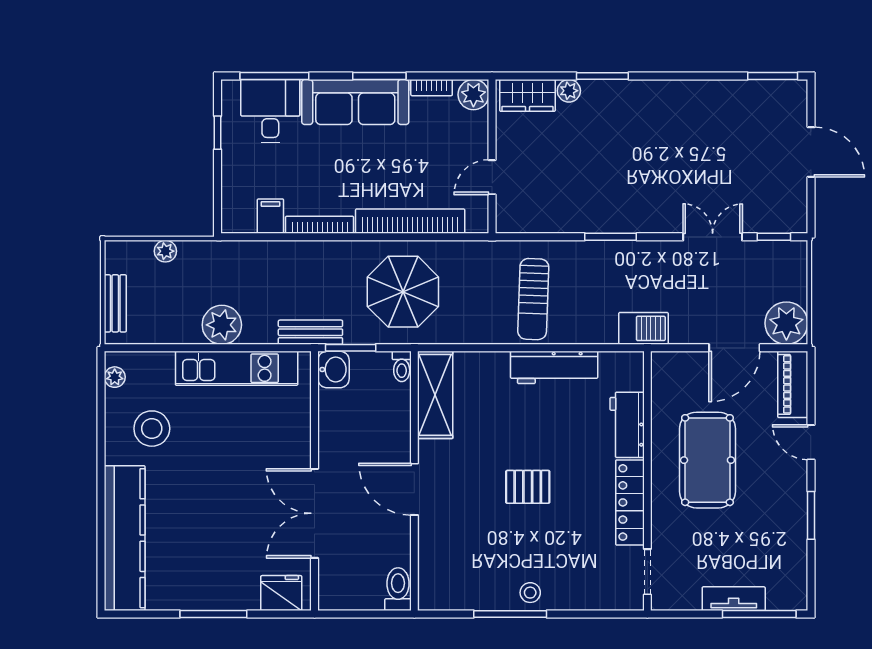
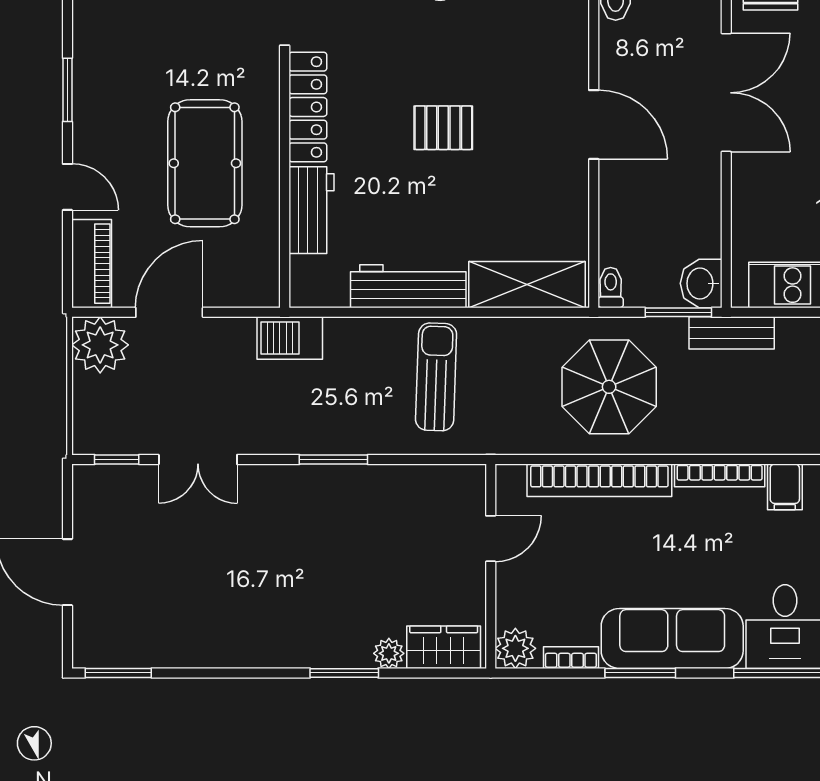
shelving: (435, 395) -> (527, 285), moved, turned 90

